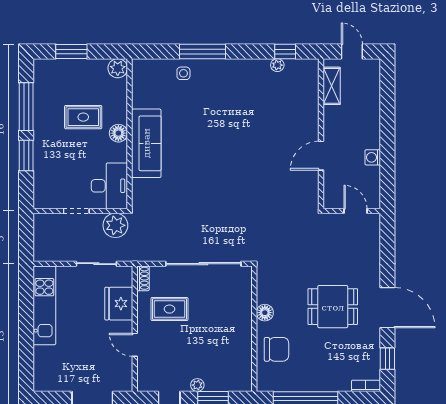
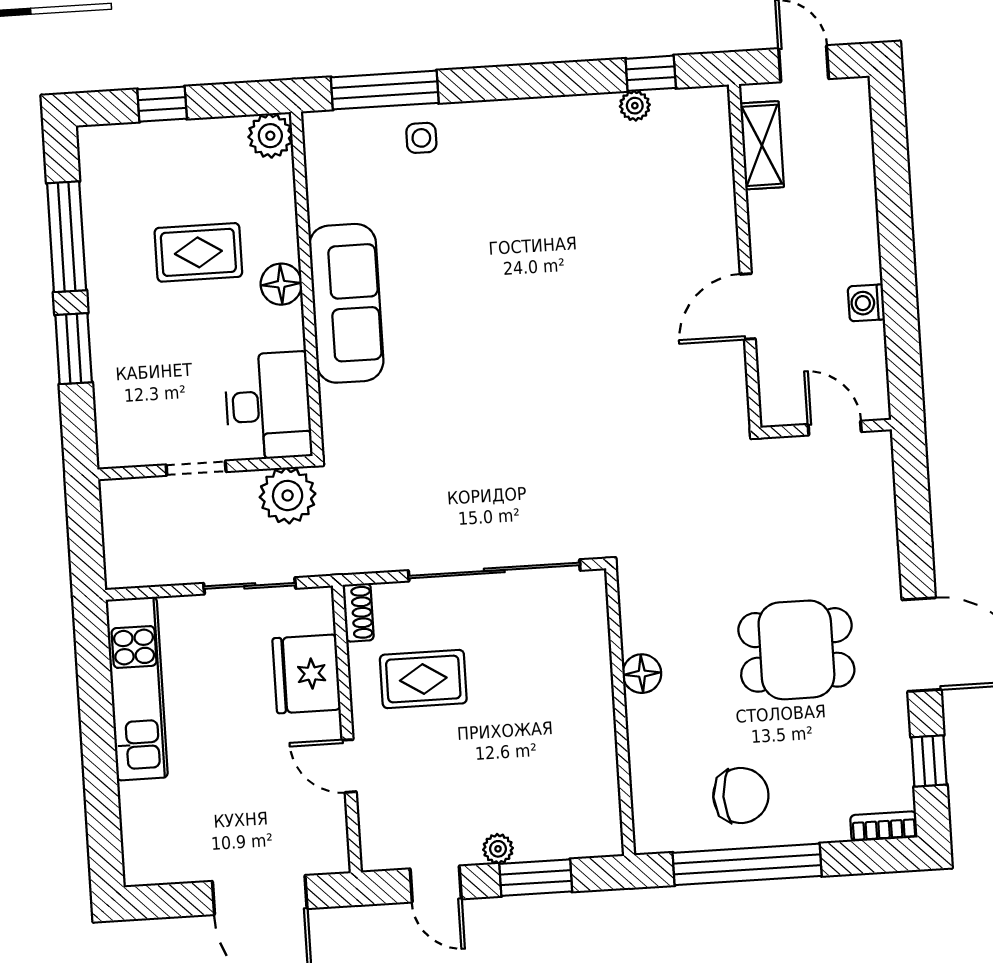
window: (71, 51) -> (162, 104), width x0.67
window: (202, 51) -> (385, 90), moved
chair: (277, 349) -> (741, 795), moved

